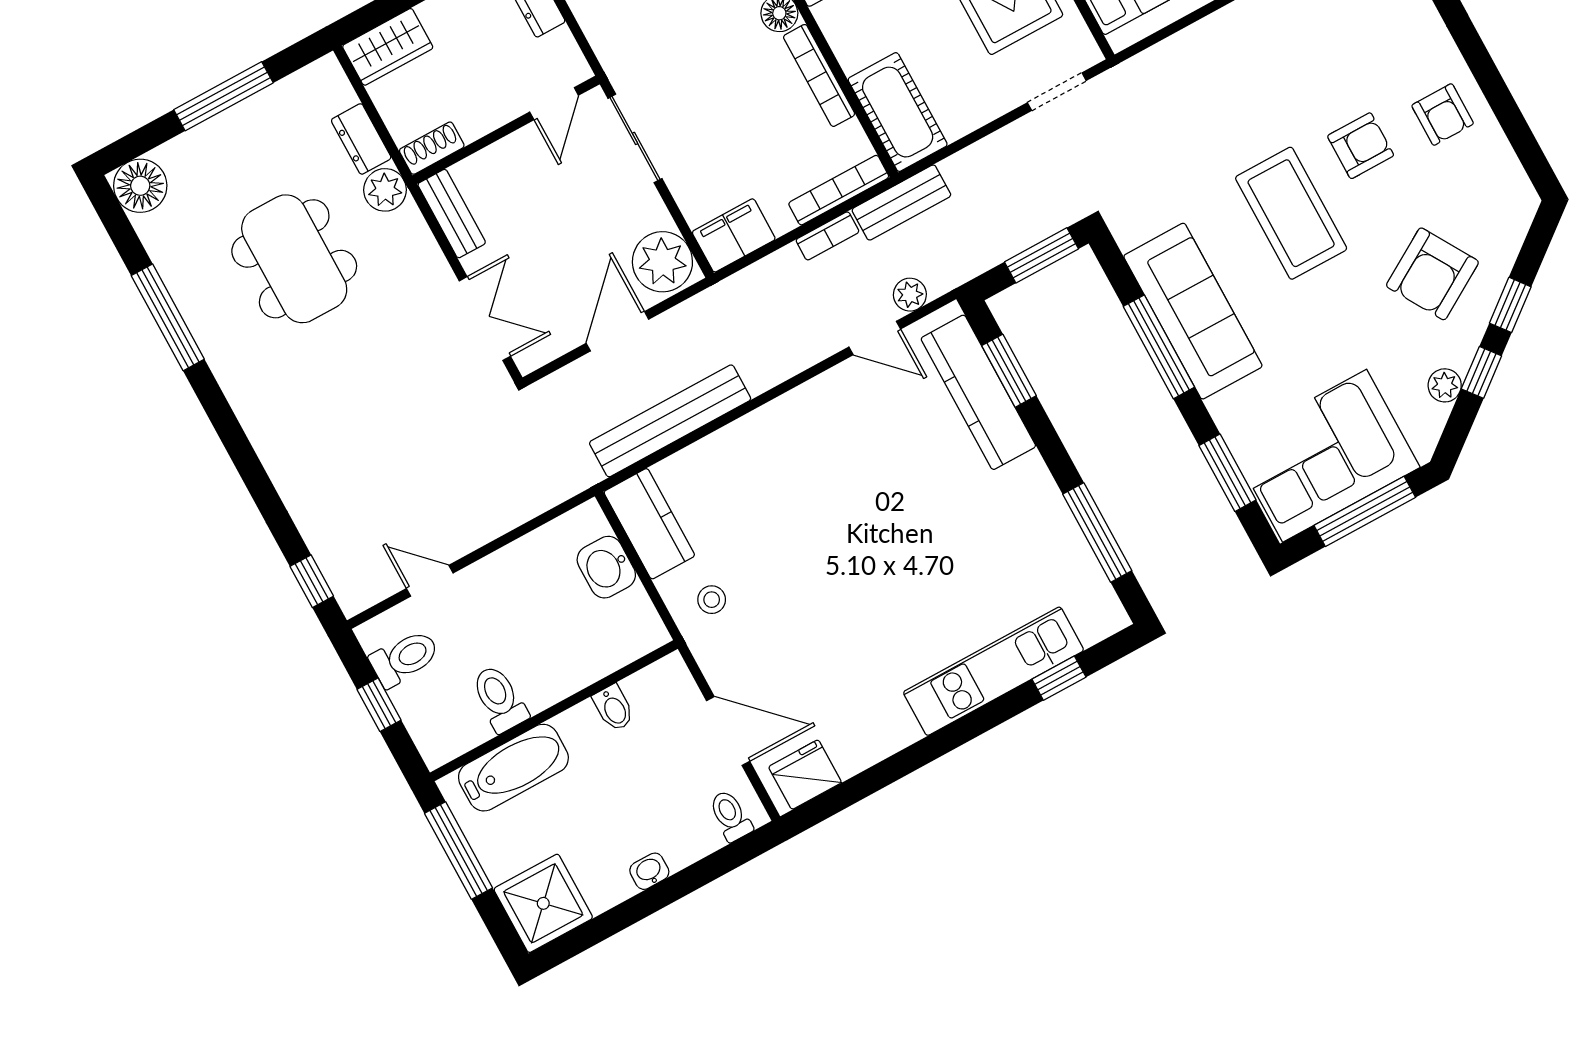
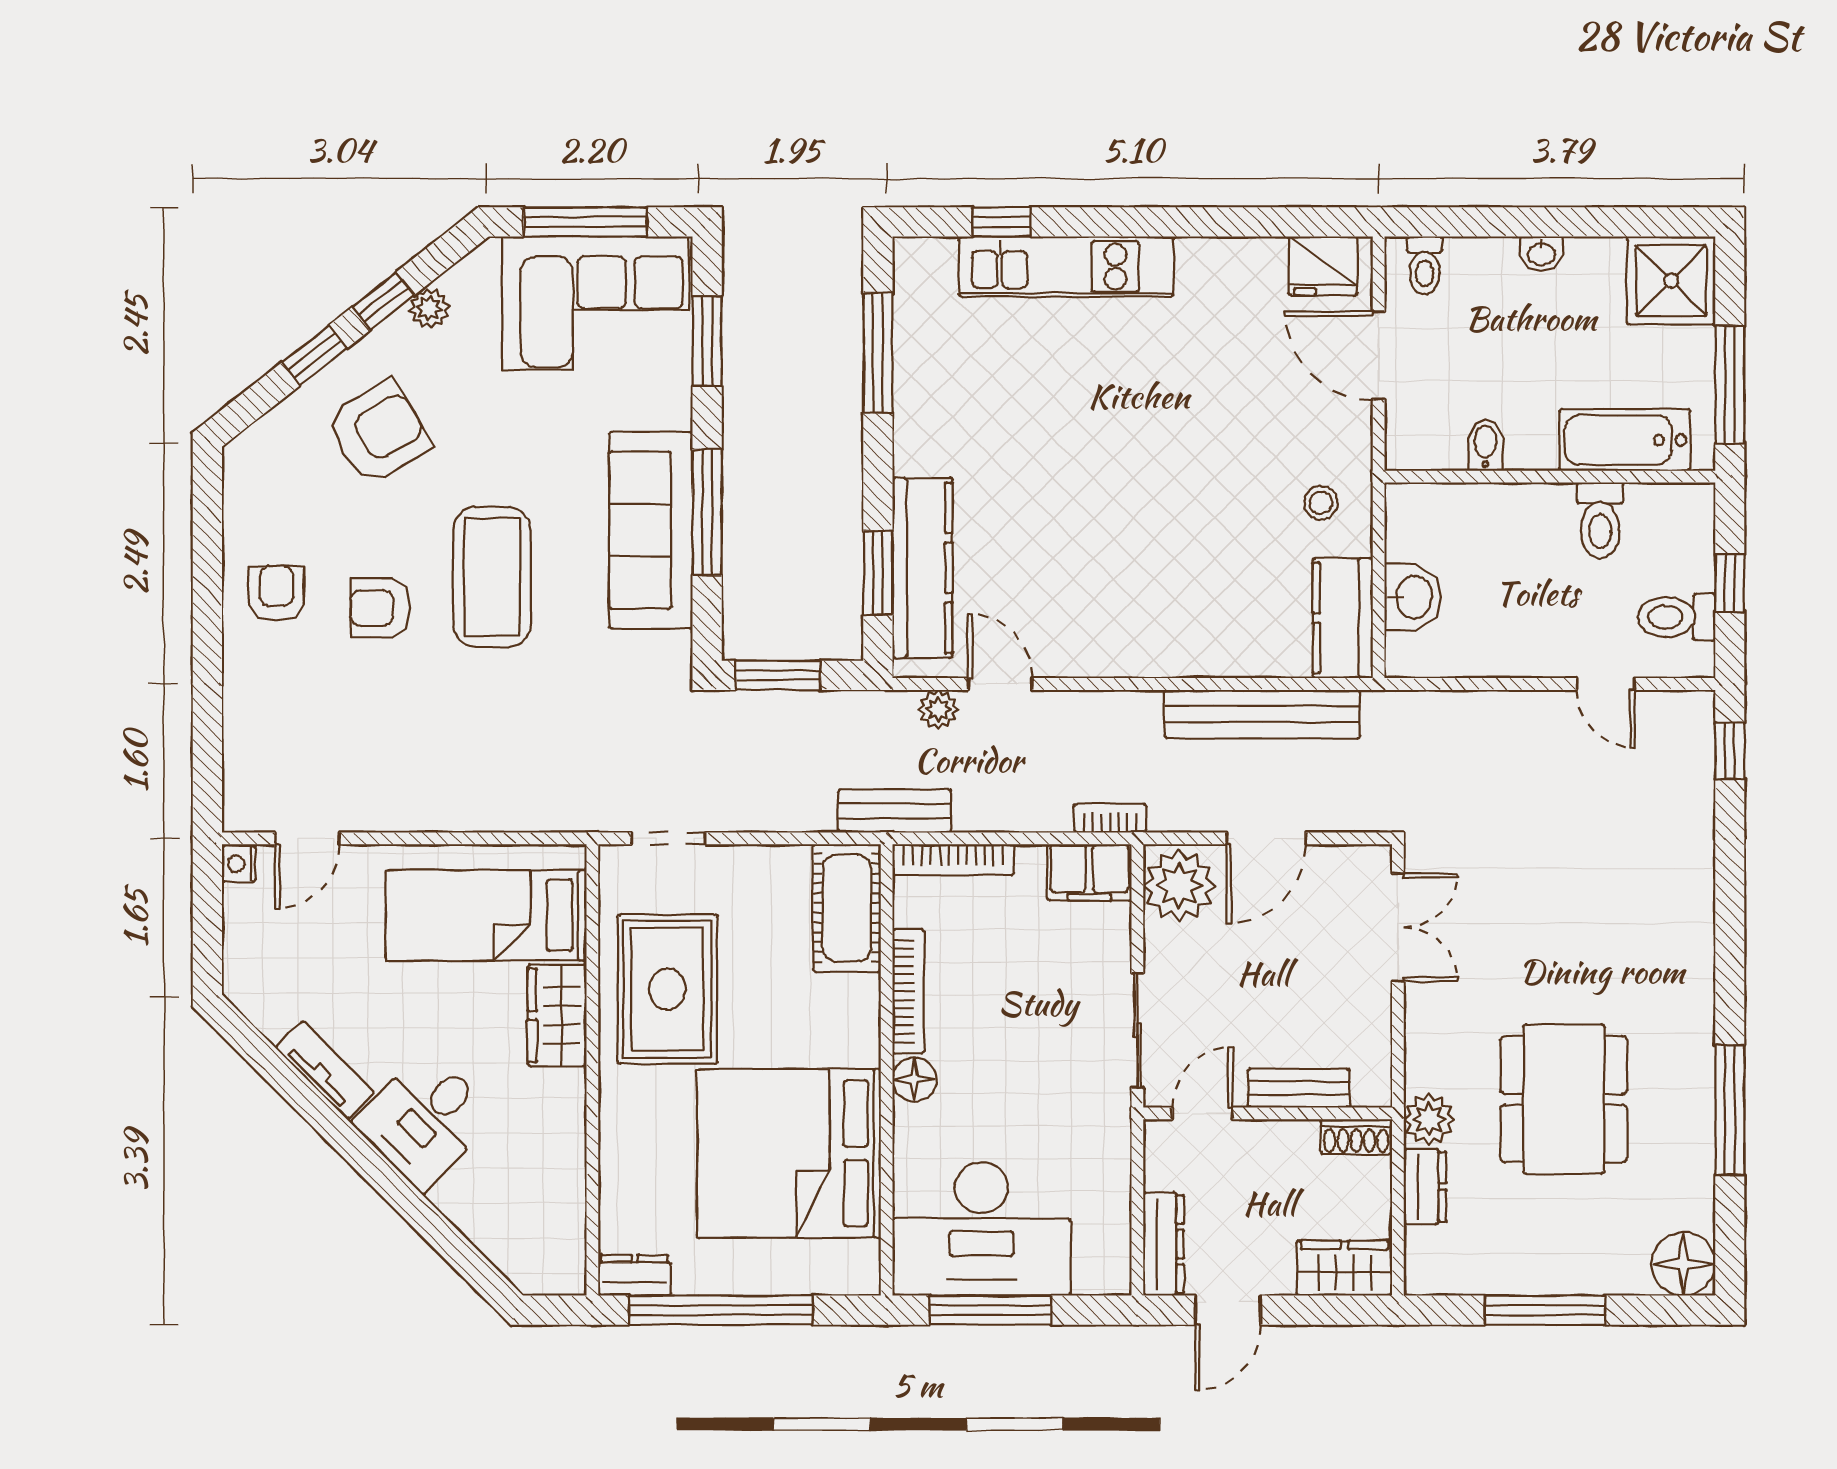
bench: (452, 214) -> (1299, 1088), moved, turned 90
bookcase: (827, 236) -> (1110, 818), moved
double door: (485, 319) -> (1398, 927), swing flipped

